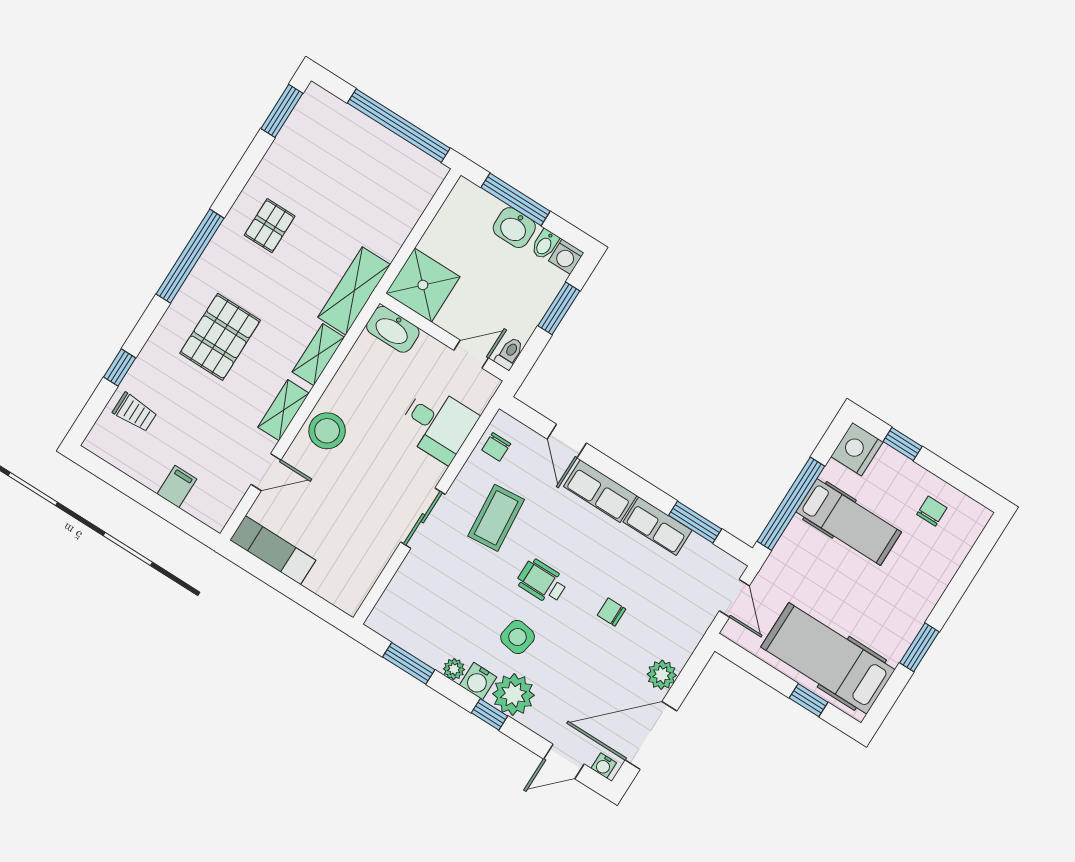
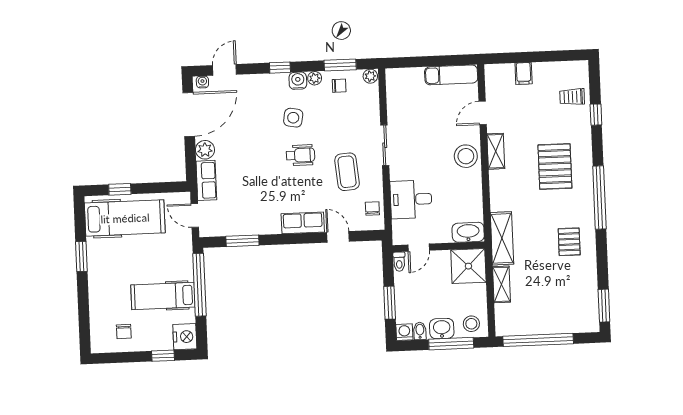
stool: (471, 207) -> (471, 324), added
shelving: (318, 355) -> (502, 284), moved
row of seats: (658, 526) -> (206, 180), moved, turned 90
chair: (612, 612) -> (339, 86), moved
plant: (513, 695) -> (370, 76), moved, width x0.53, depth x0.53

